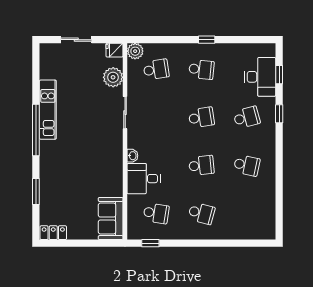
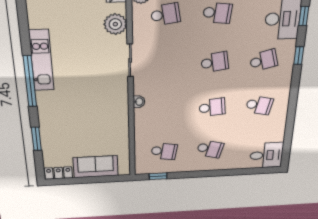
desk: (144, 179) -> (266, 155), moved, turned 180
sofa: (111, 219) -> (96, 167), moved, turned 90

